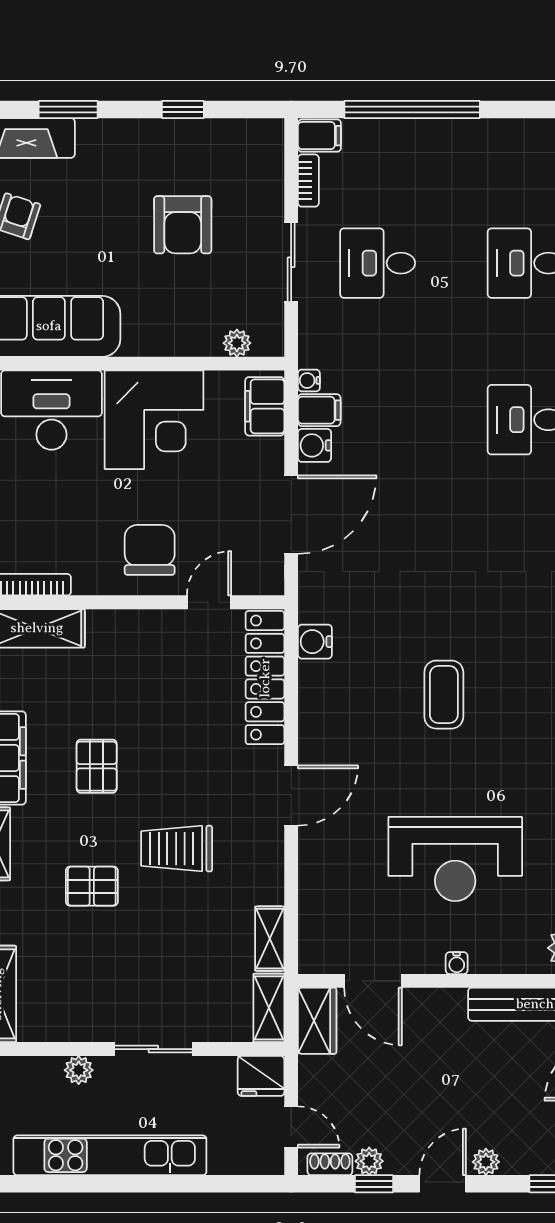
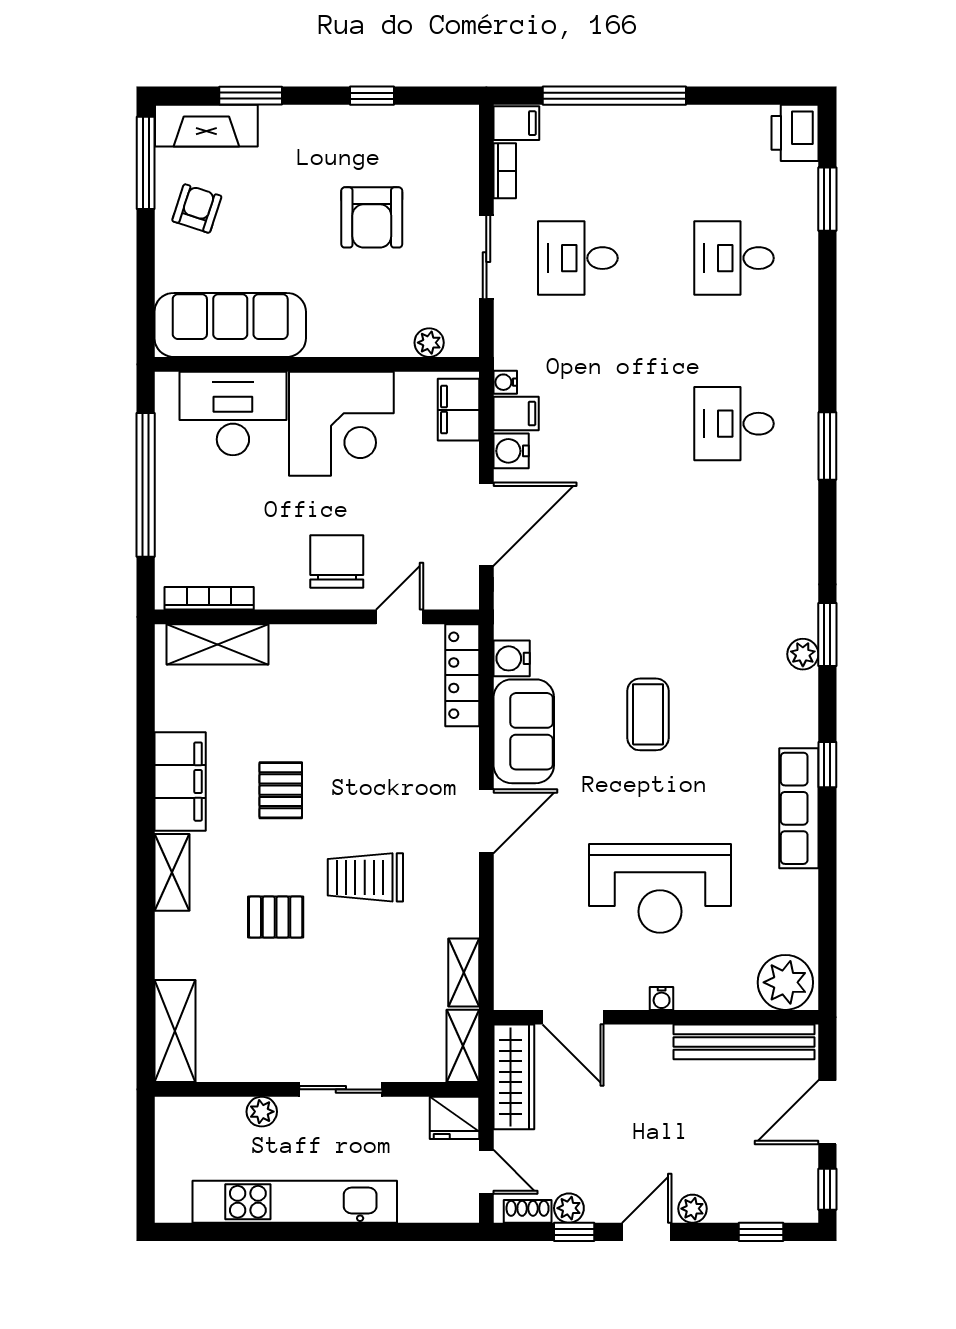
locker: (265, 678) -> (462, 675), width x0.71, depth x0.83
sofa: (326, 710) -> (524, 731), added
wardrobe: (317, 1021) -> (514, 1077), width x1.50

